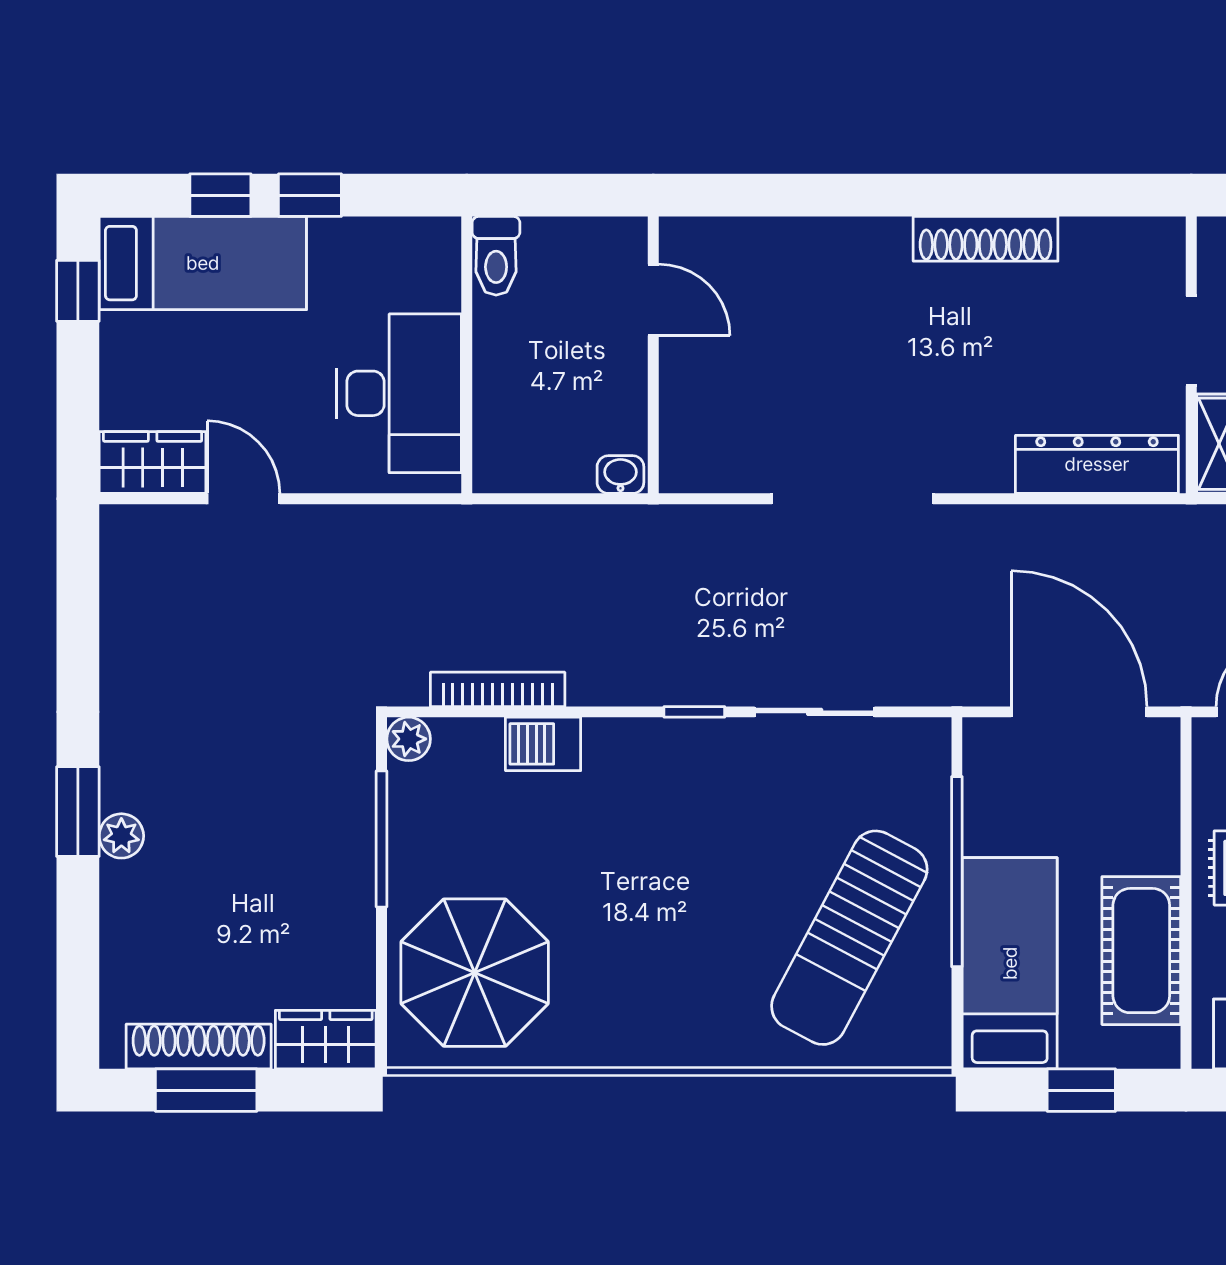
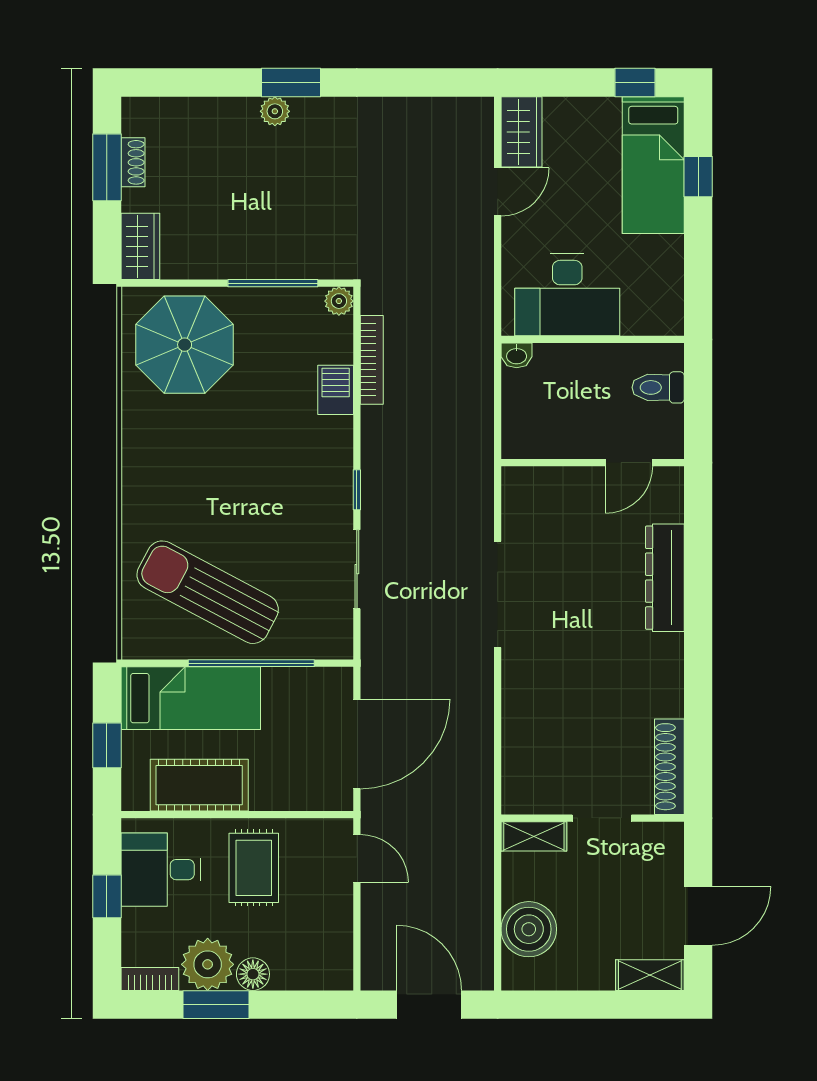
window: (310, 195) -> (698, 236), removed
shoe rack: (986, 239) -> (669, 767), moved
toilet: (496, 256) -> (658, 387), moved
dresser: (1097, 464) -> (665, 578), moved, turned 180
washbasin: (620, 475) -> (517, 355), moved, turned 90
shoe rack: (199, 1046) -> (133, 162), width x0.51, depth x0.81

